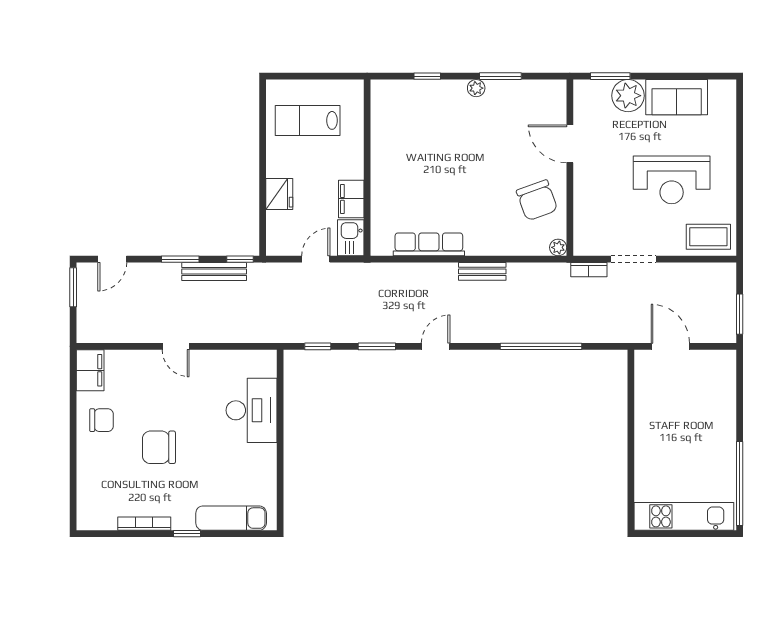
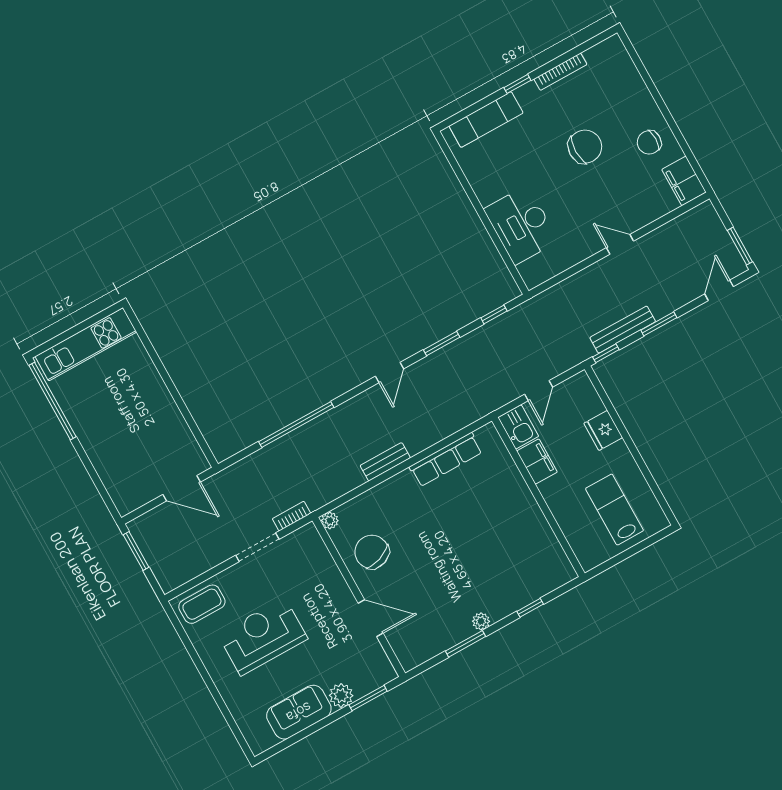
plant: (628, 96) -> (341, 695), width x0.73, depth x0.73
lab bench: (308, 120) -> (614, 510), turned -90

